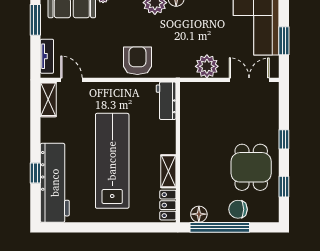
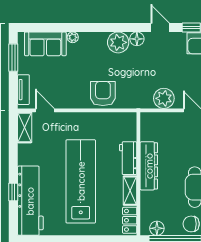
workbench: (166, 101) -> (128, 158), moved
dresser: (190, 143) -> (149, 166), added

